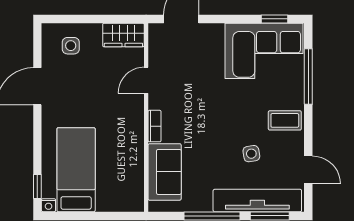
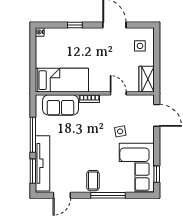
window: (308, 77) -> (108, 195), moved
side table: (251, 154) -> (120, 131), moved
bed: (76, 170) -> (62, 80), moved
window: (37, 186) -> (75, 25), moved

